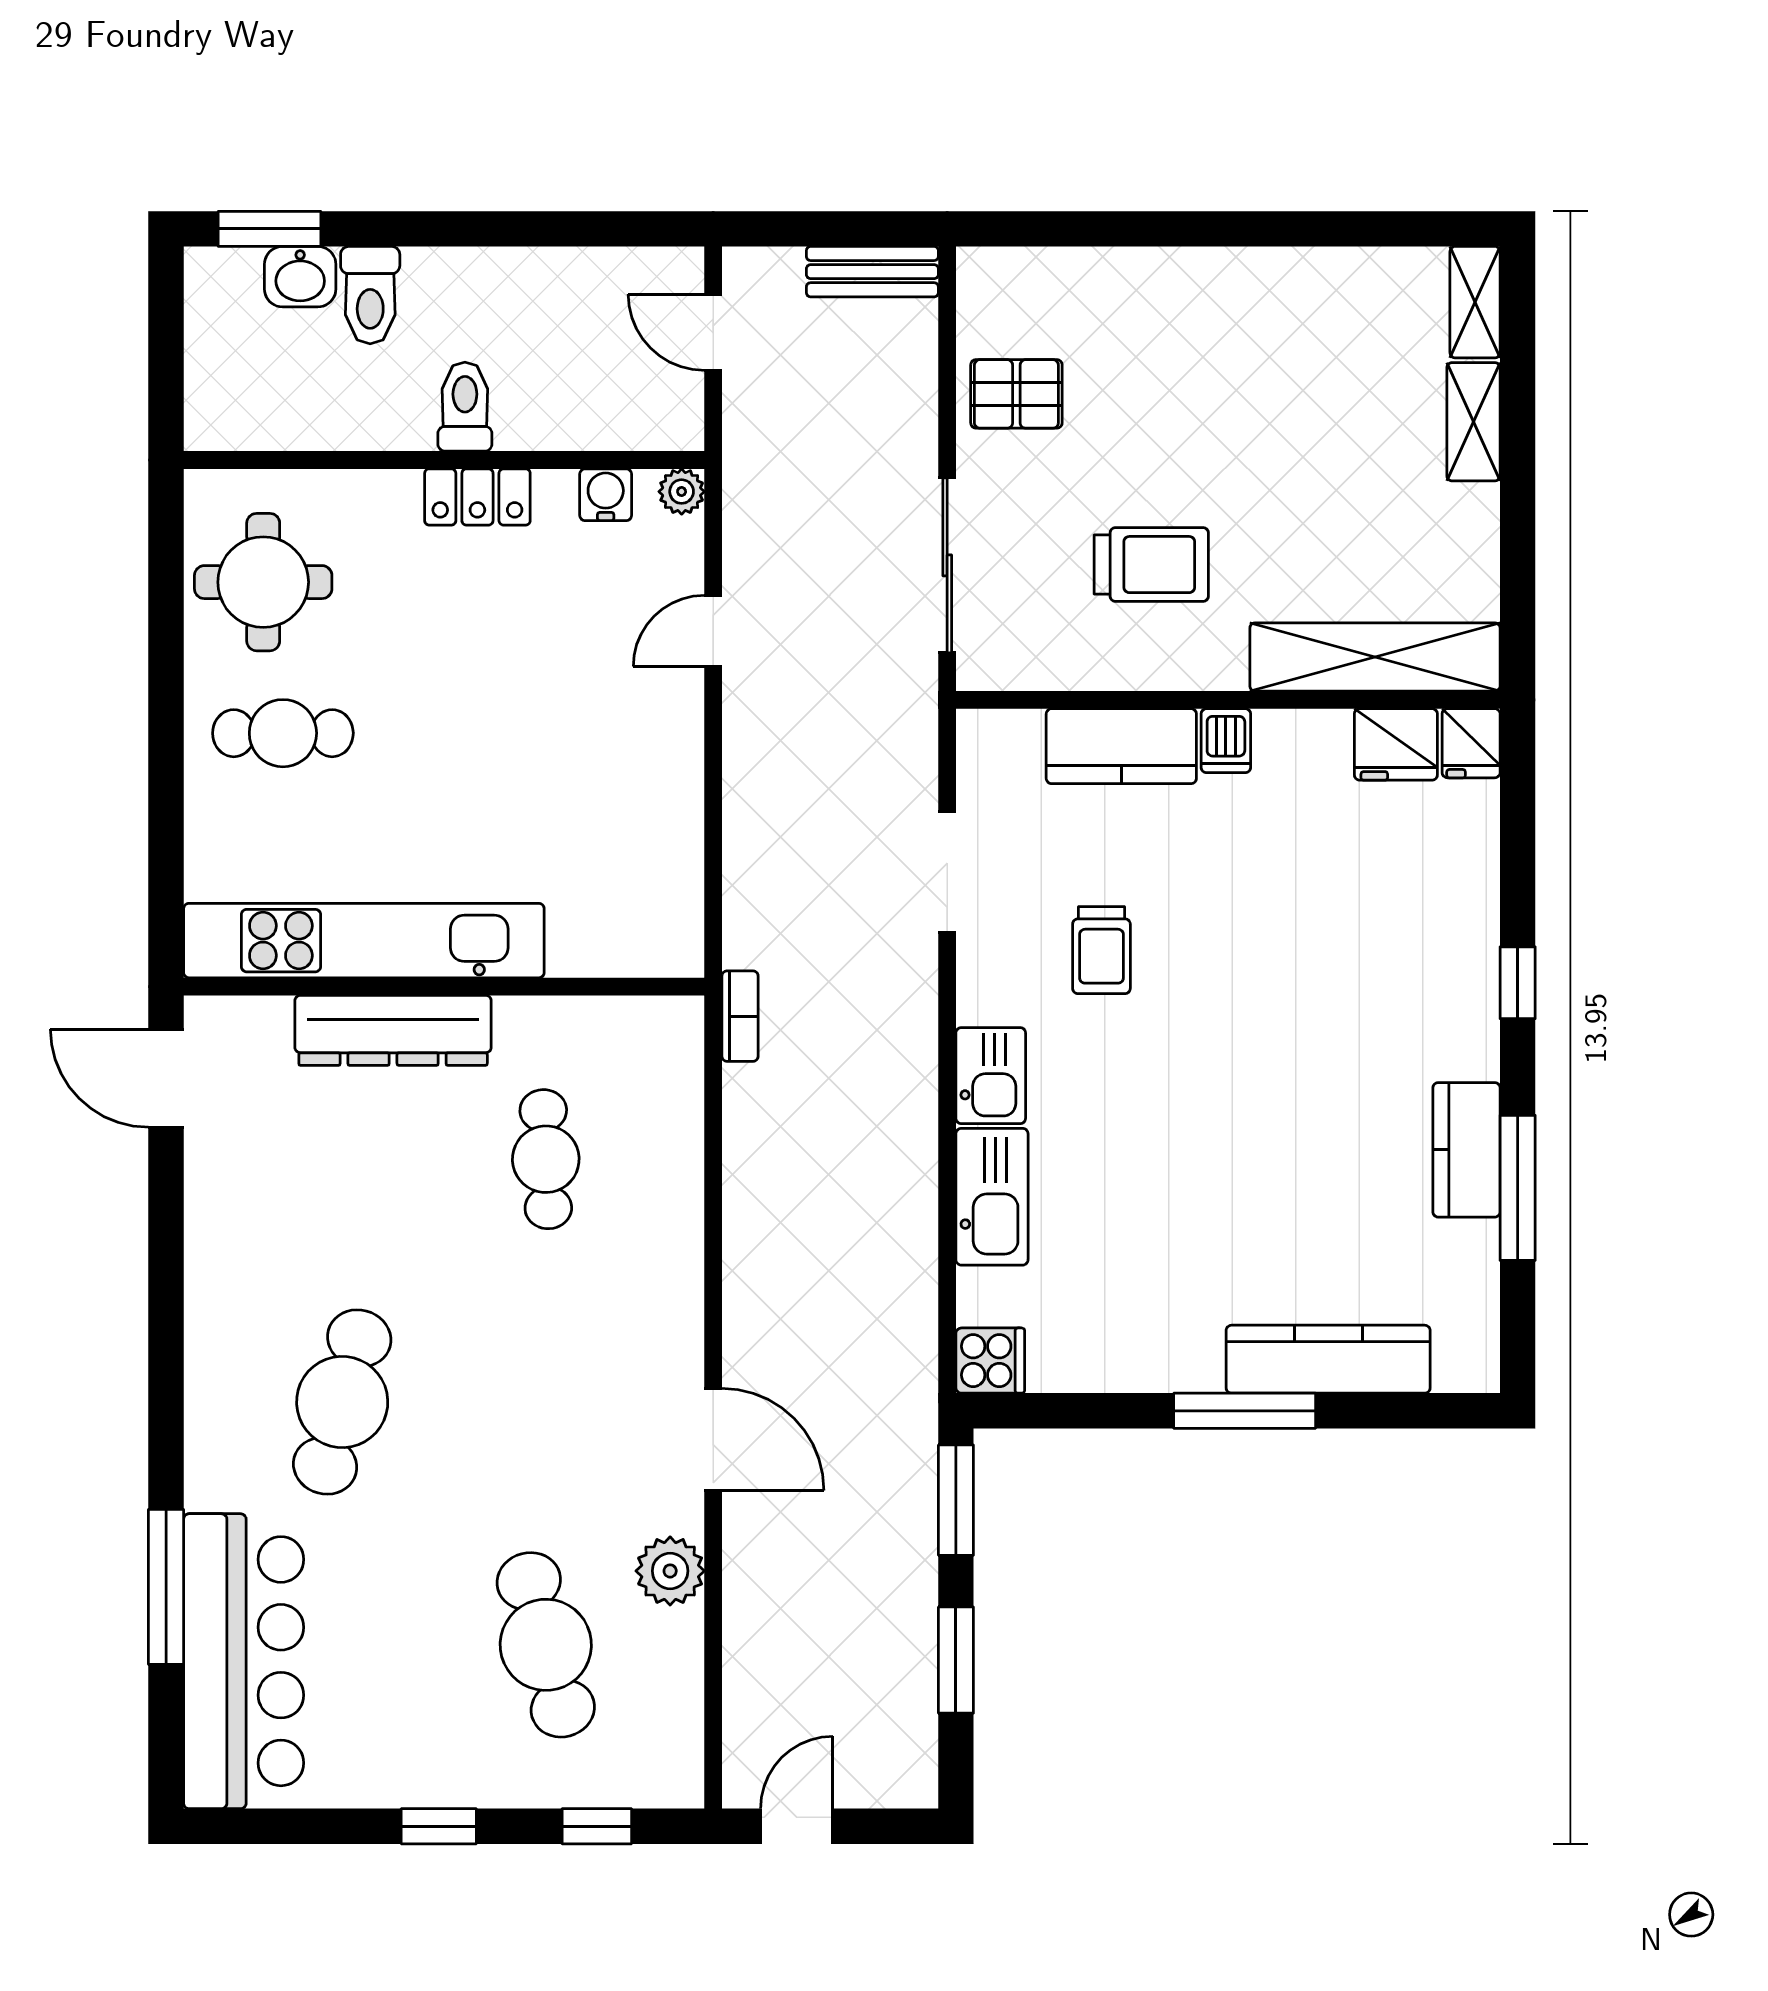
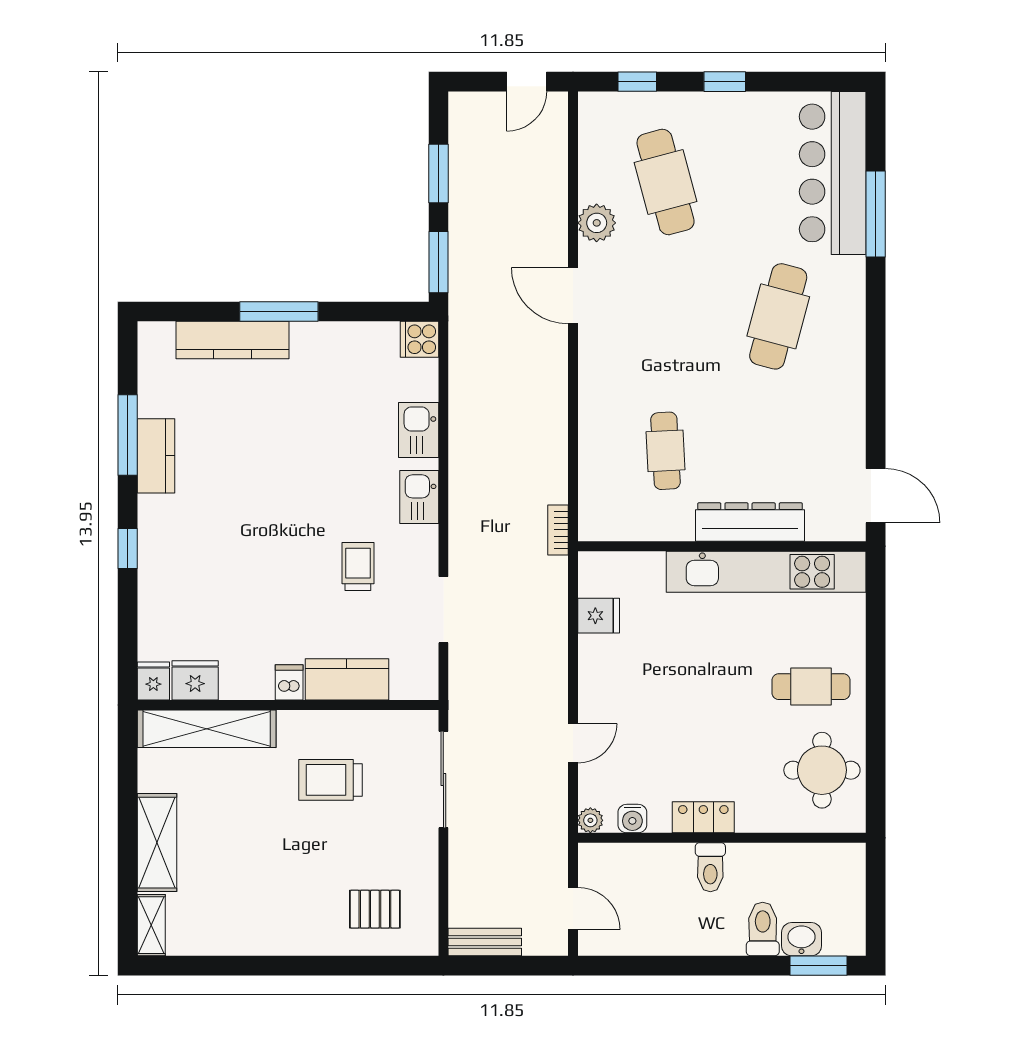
pallet: (1016, 394) -> (375, 909), moved
shelving: (1473, 422) -> (157, 843), width x1.50, depth x1.33
fridge: (667, 861) -> (599, 616), added
kitchen sink: (992, 1197) -> (419, 430), width x0.73

